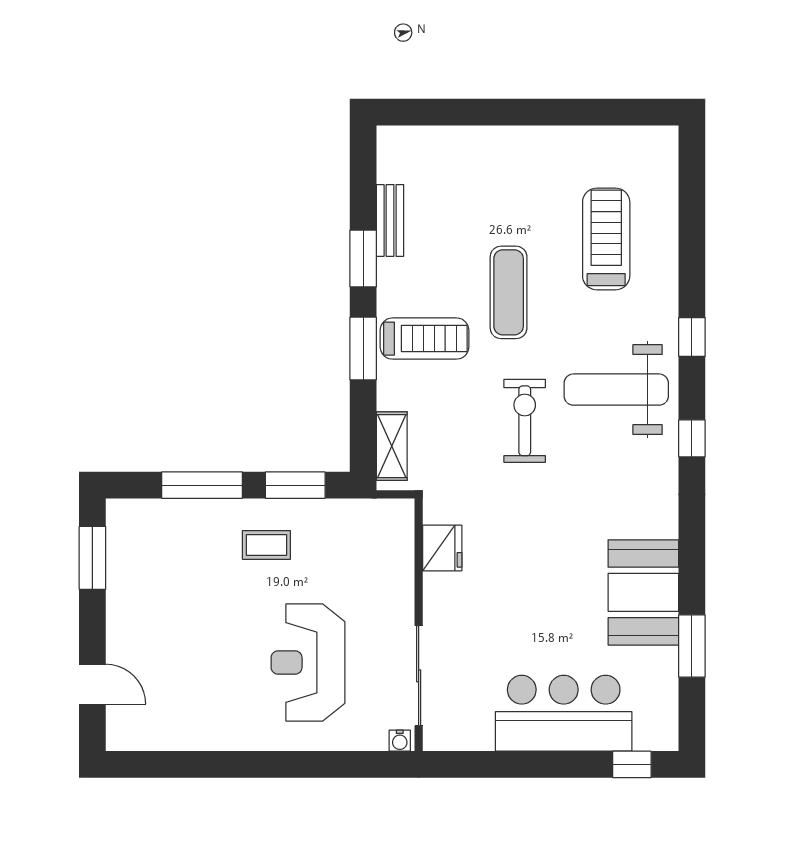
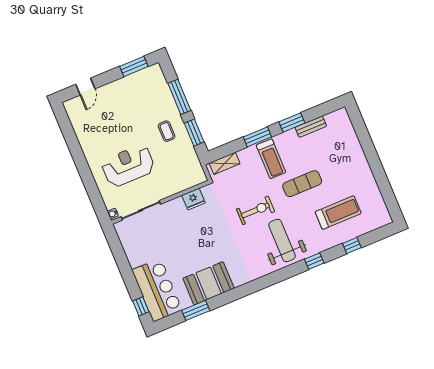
window: (692, 438) -> (352, 246), moved
bar counter: (564, 713) -> (157, 290), moved

